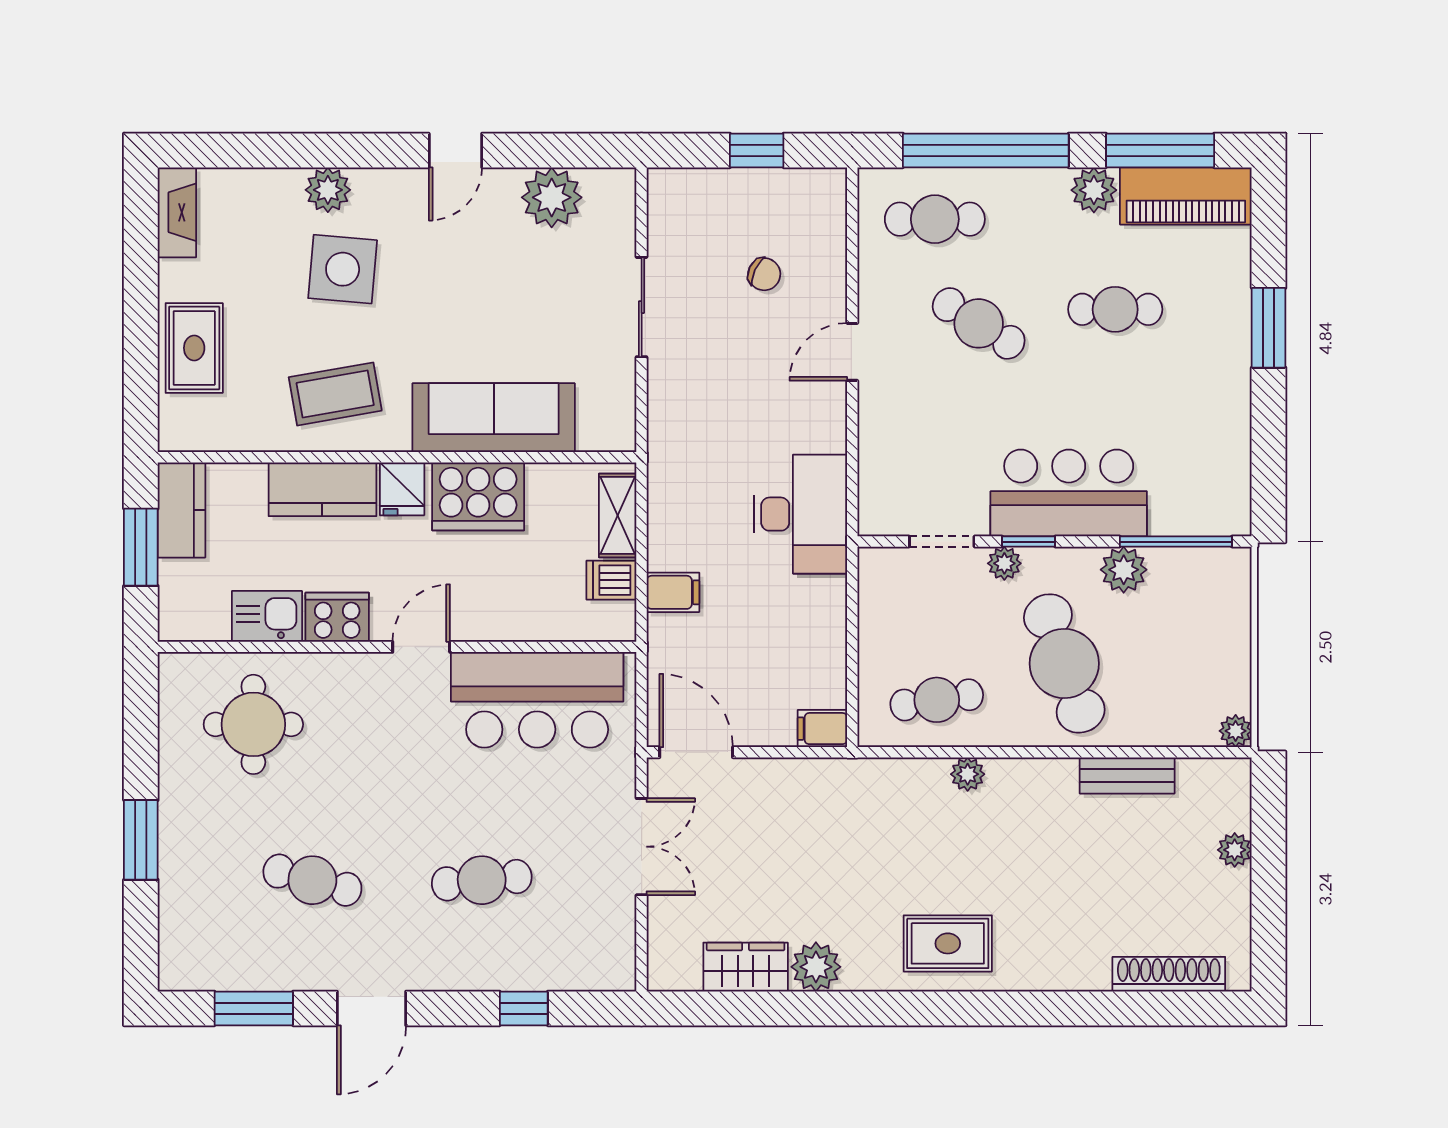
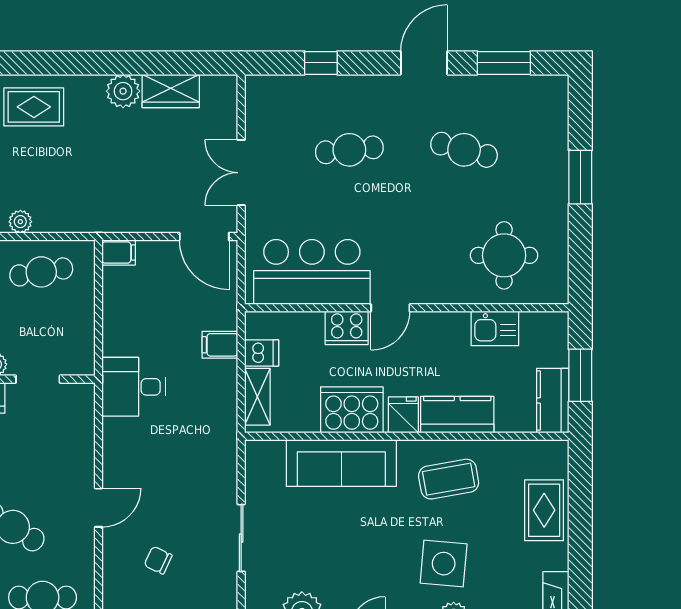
desk: (800, 514) -> (134, 387), width x0.73
cooker: (337, 617) -> (347, 328), moved

